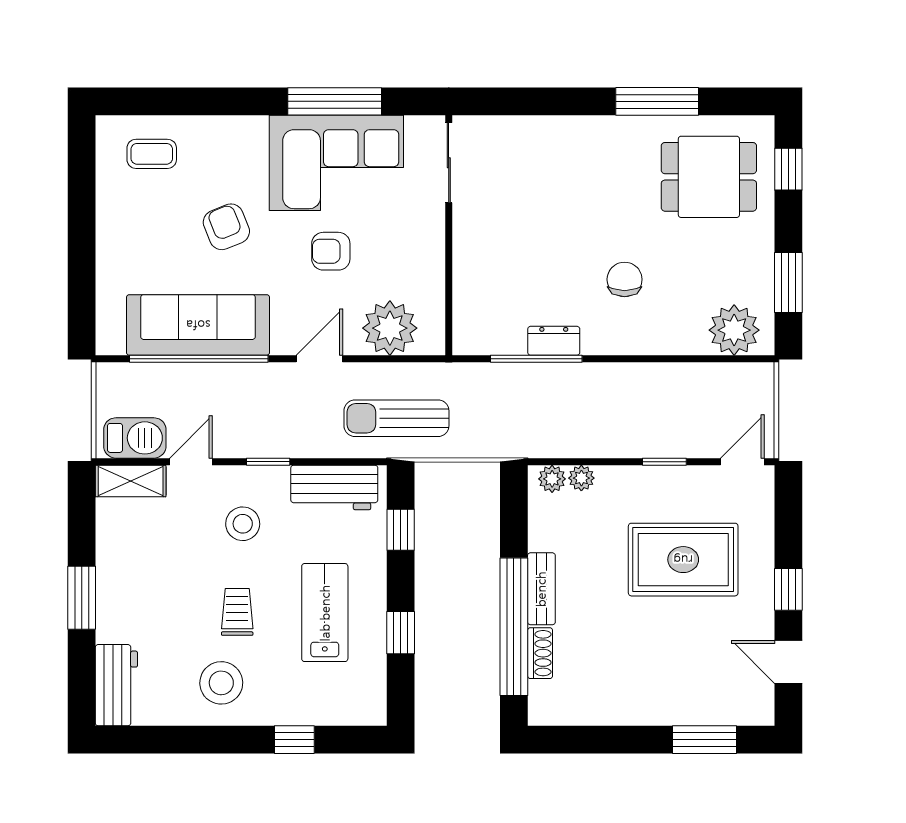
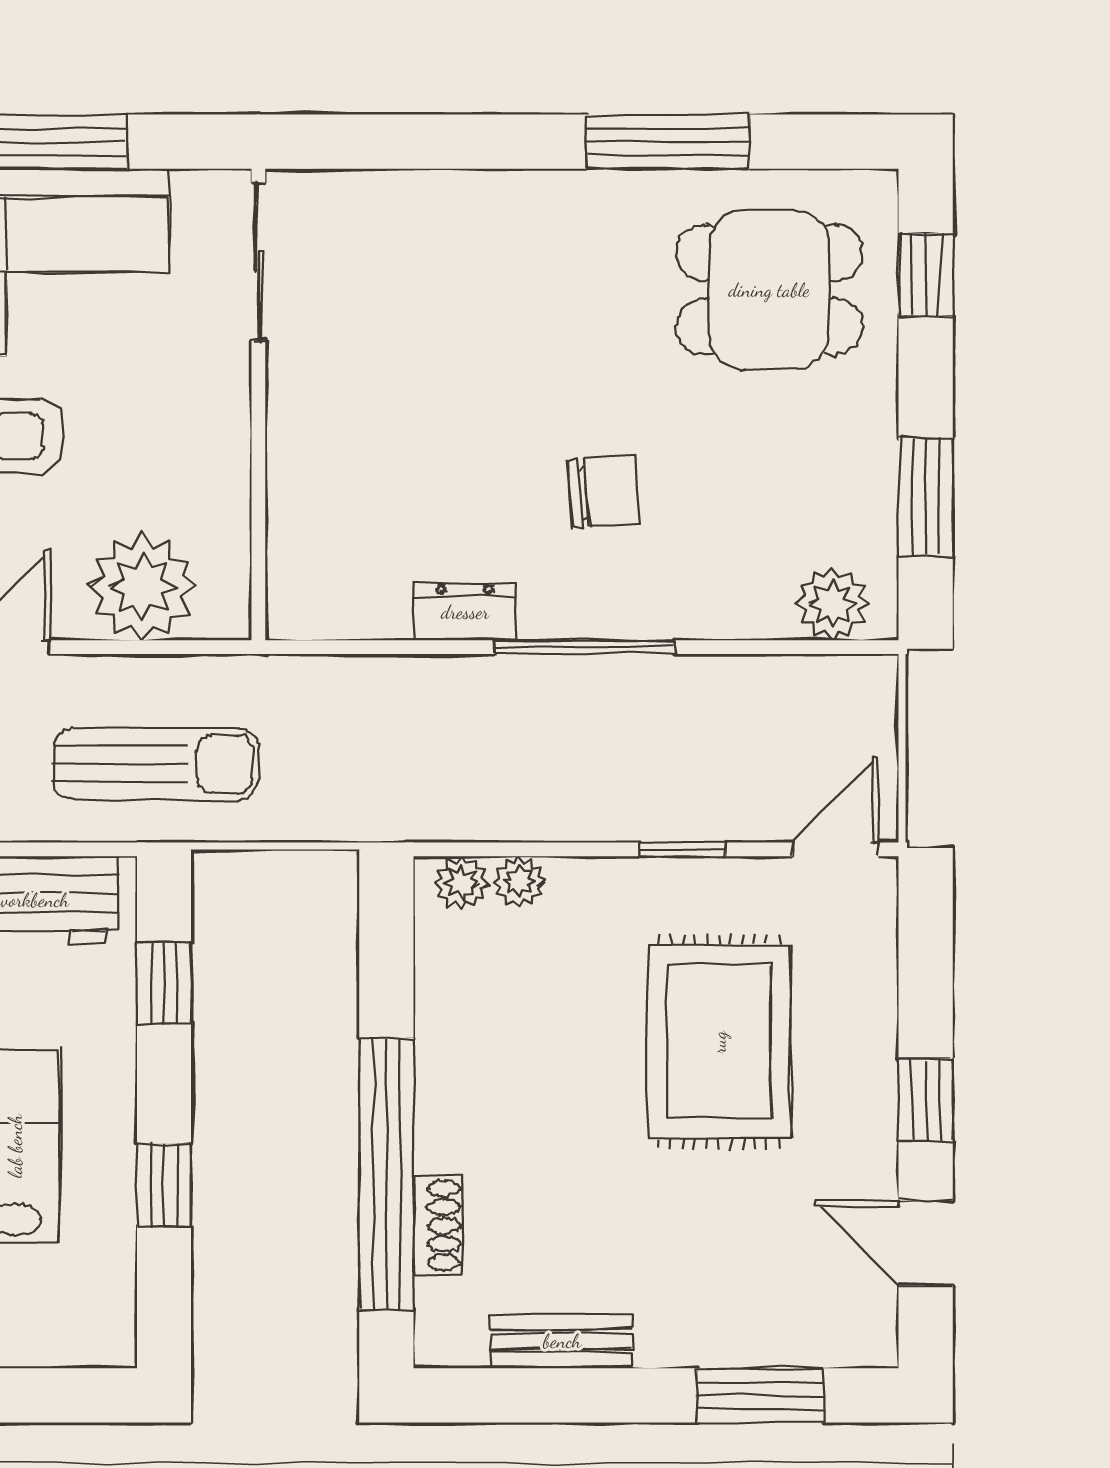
chair: (625, 279) -> (604, 491), turned 85
plant: (734, 330) -> (832, 604), width x0.73, depth x0.73
window: (536, 359) -> (585, 647), moved
sun lounger: (396, 418) -> (156, 764), turned 180
rug: (683, 560) -> (719, 1042), turned 90
bench: (541, 589) -> (562, 1341), moved, turned 90

